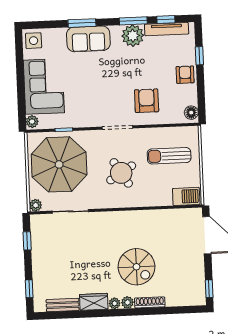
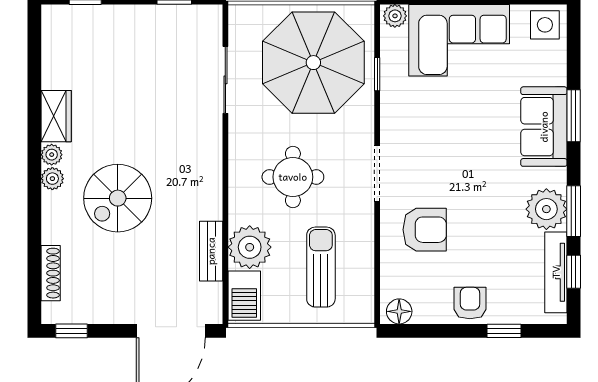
armchair: (185, 75) -> (470, 303), turned -90
round table: (121, 173) -> (293, 177), turned 32
plant: (36, 205) -> (250, 247), moved, width x1.88, depth x1.88
shoe rack: (150, 302) -> (51, 273), moved
bench: (63, 305) -> (211, 251), moved

